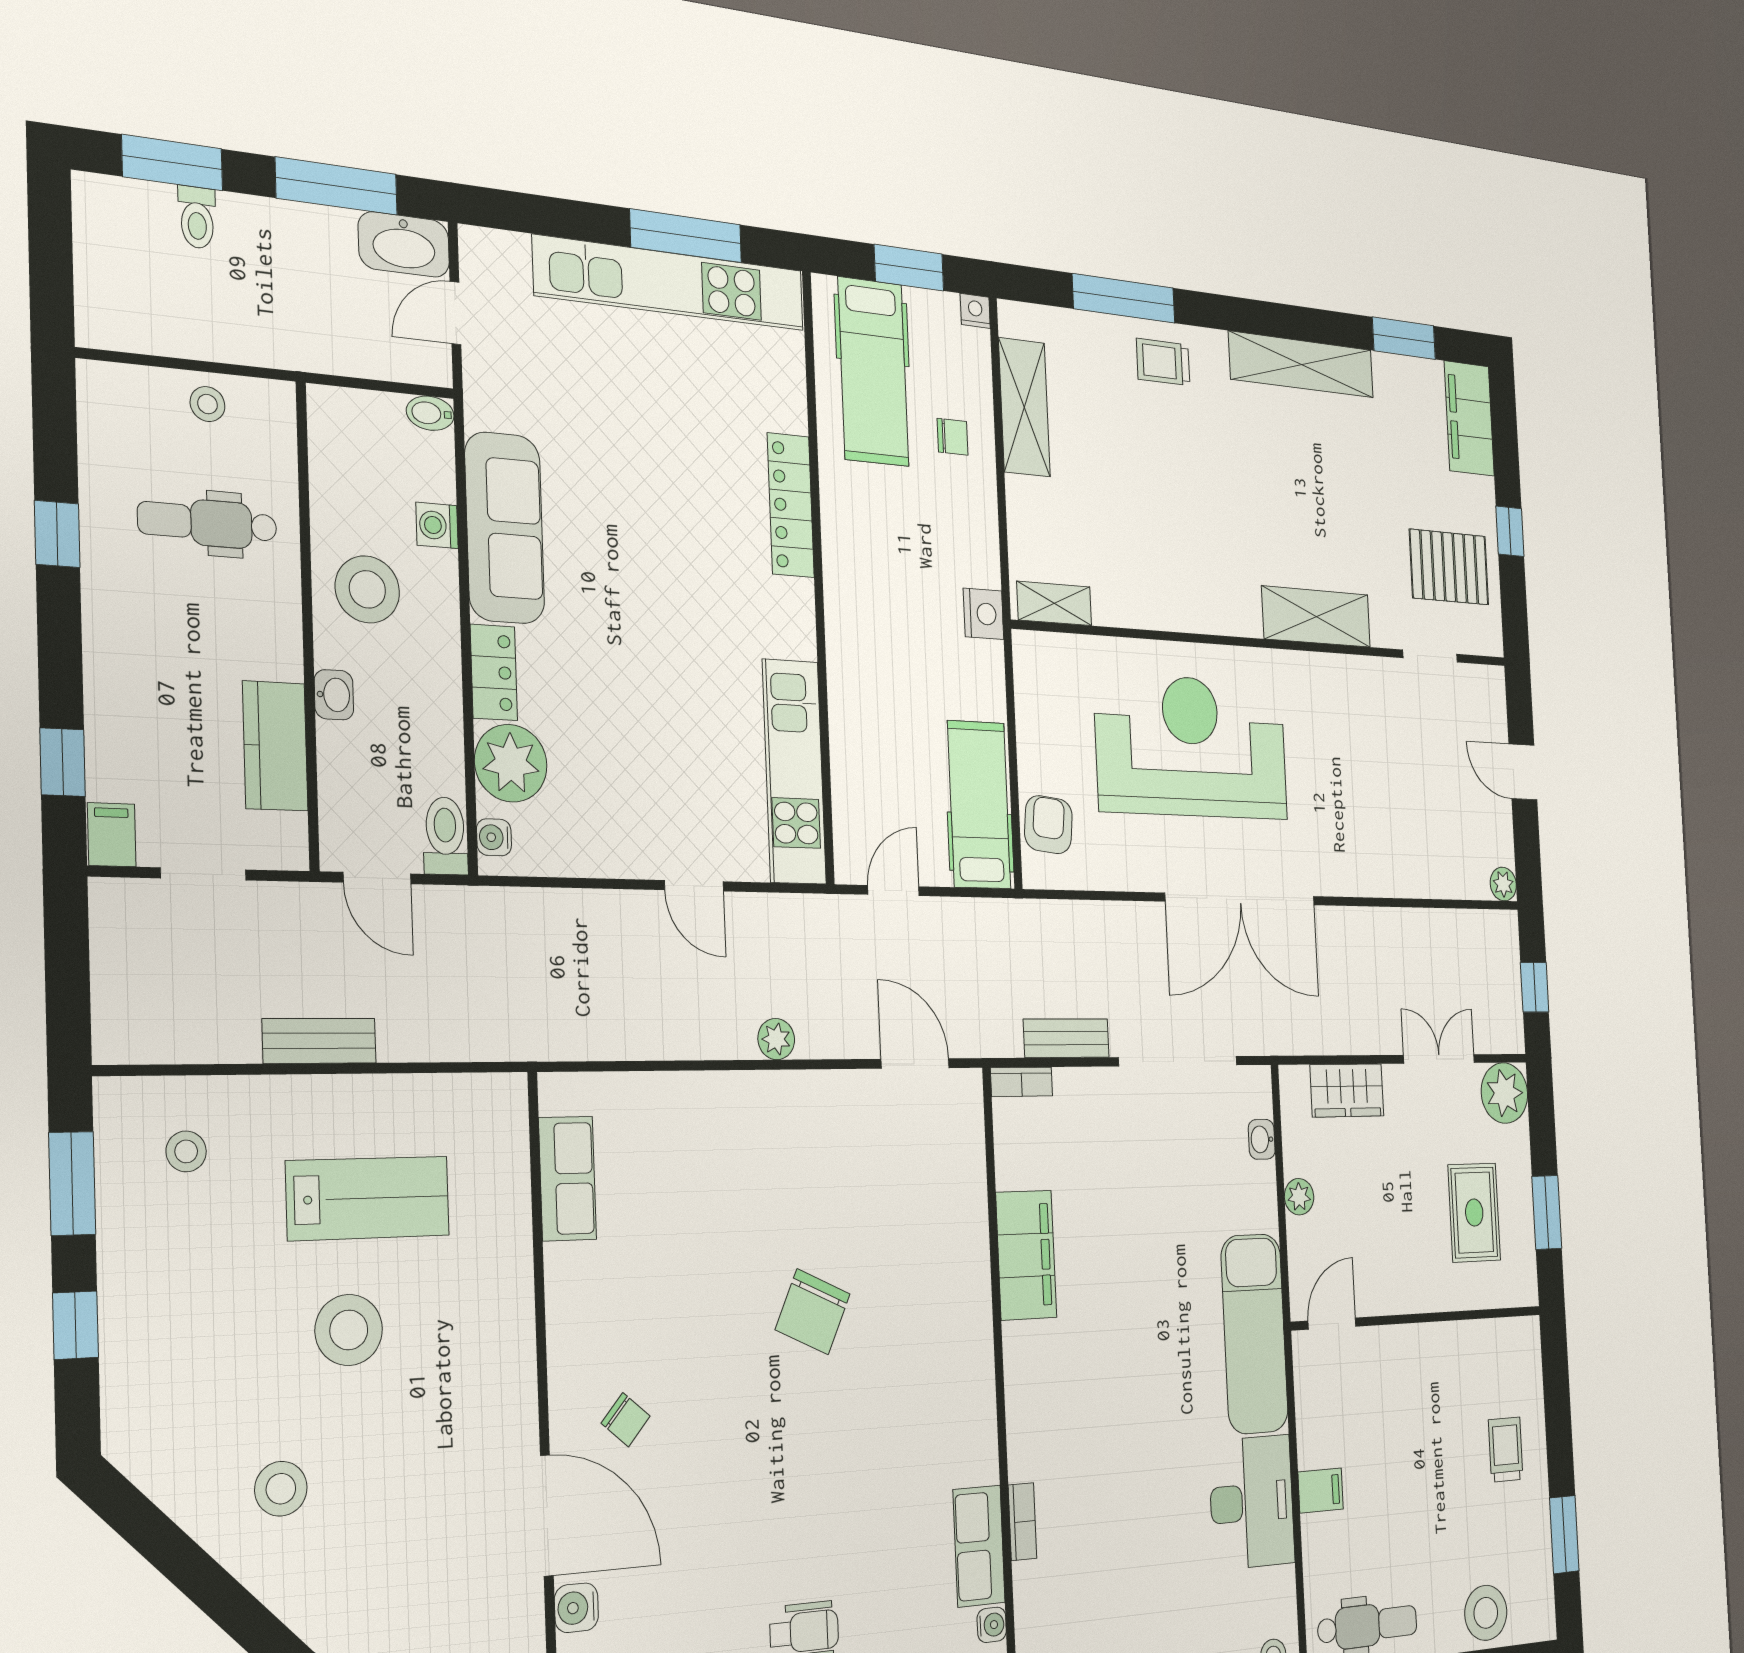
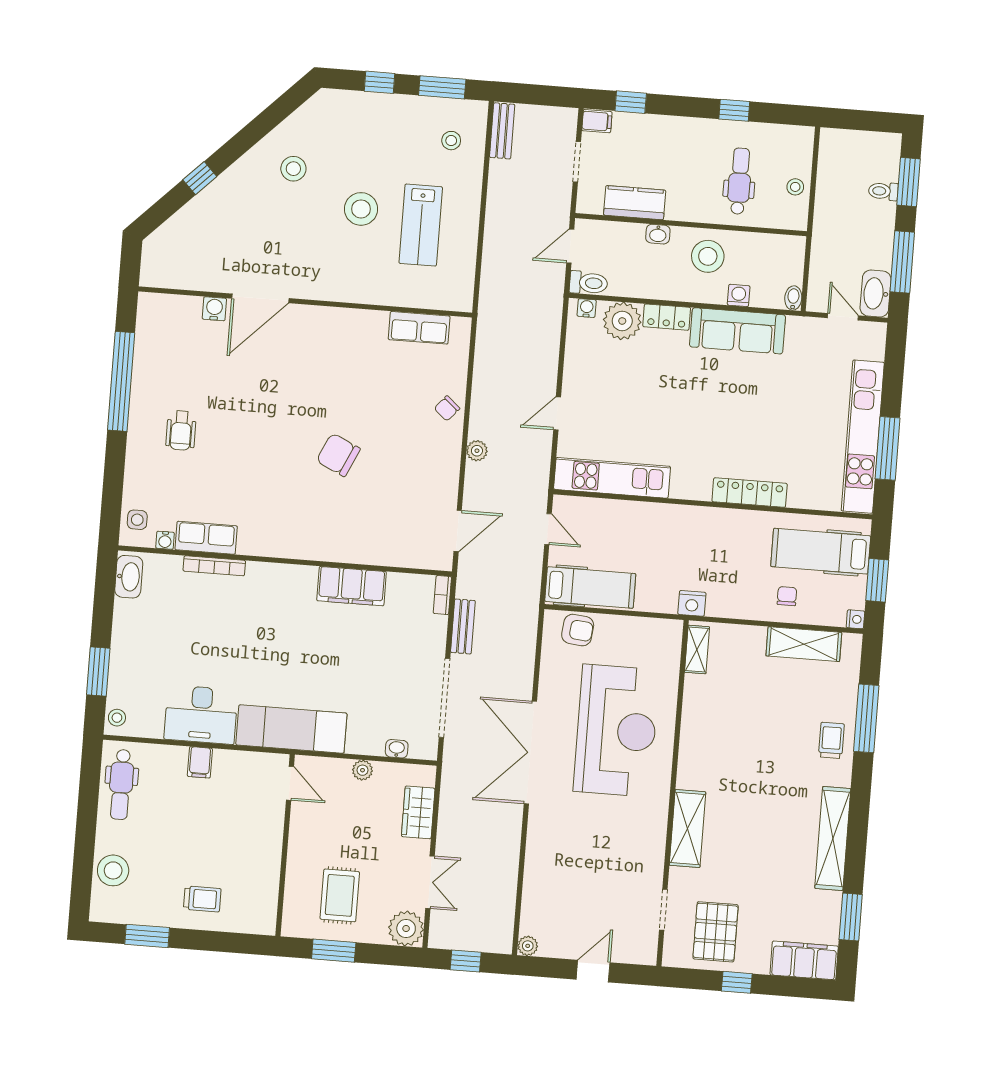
chair: (953, 437) -> (787, 596), turned 180
bench: (319, 1041) -> (502, 131), moved
rug: (1474, 1213) -> (340, 895), turned 90
chair: (626, 1420) -> (447, 408), moved
bookcase: (1022, 1522) -> (214, 566), width x1.56

